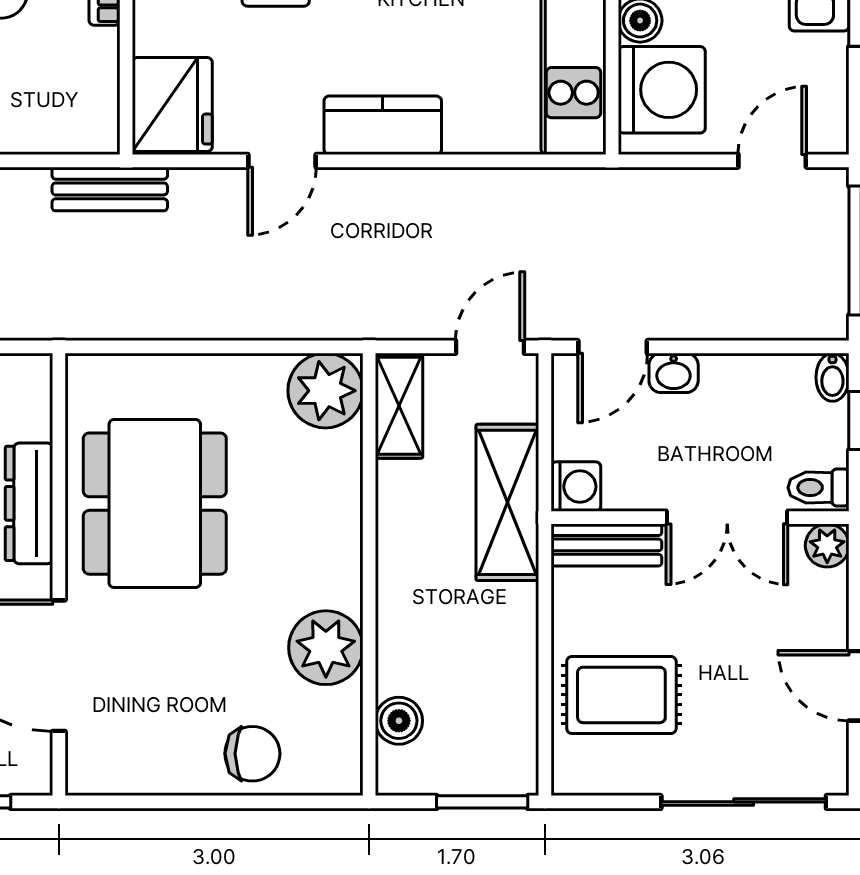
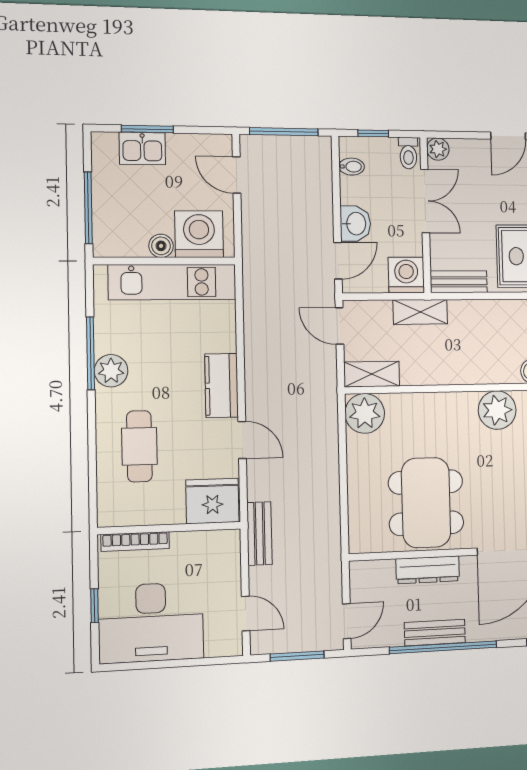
door: (613, 347) -> (338, 261), hinge flipped
washbasin: (674, 373) -> (355, 224), width x1.38, depth x1.45
bidet: (832, 377) -> (352, 167), moved
washing machine: (576, 487) -> (406, 275), width x1.38, depth x1.38
shelving: (507, 502) -> (420, 312), width x0.67, depth x0.75
dining table: (155, 504) -> (426, 503), turned 90
bench: (606, 545) -> (459, 282), moved, turned 90

